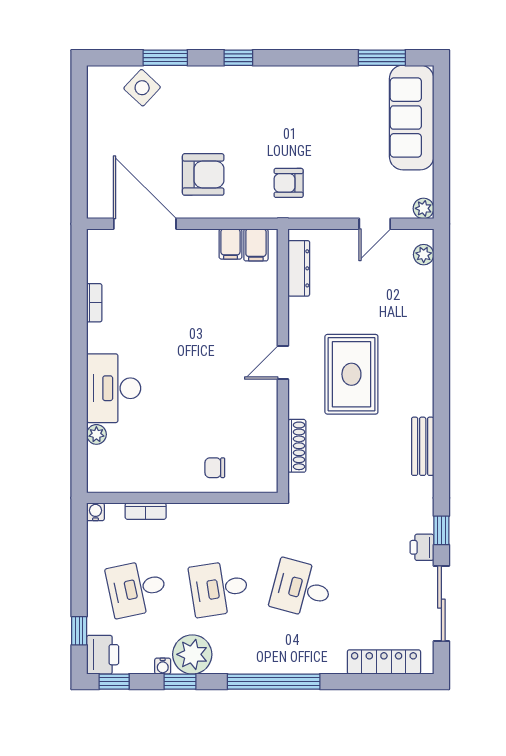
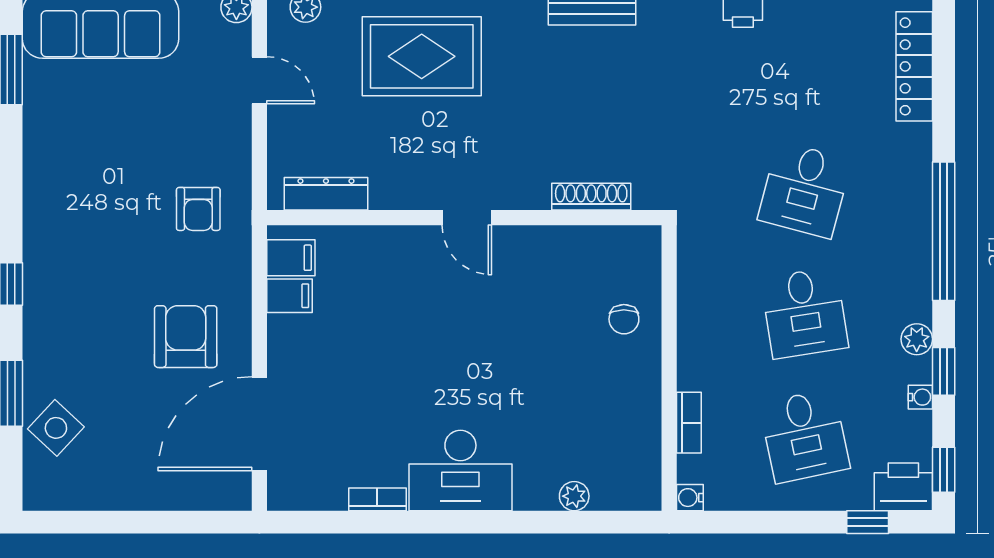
rug: (351, 374) -> (422, 56), moved
desk: (114, 388) -> (460, 470), moved
plant: (192, 654) -> (917, 339), width x0.53, depth x0.53

